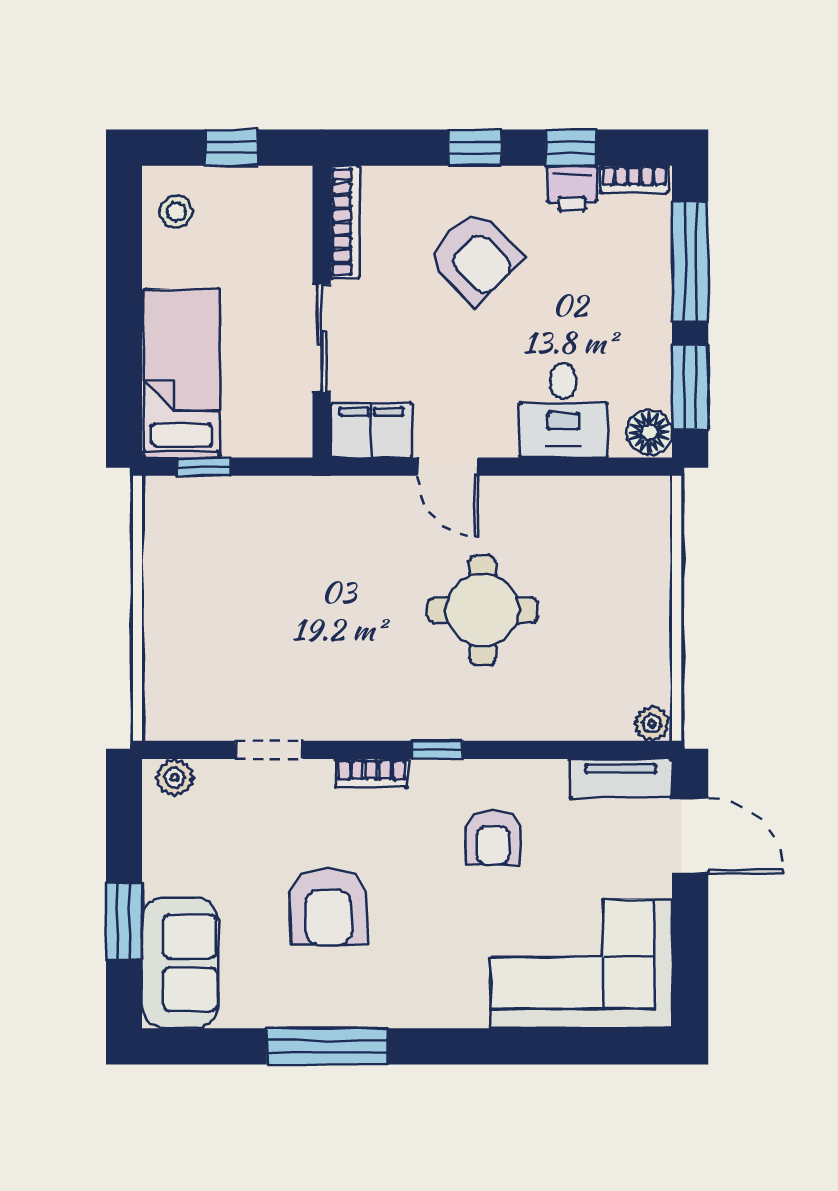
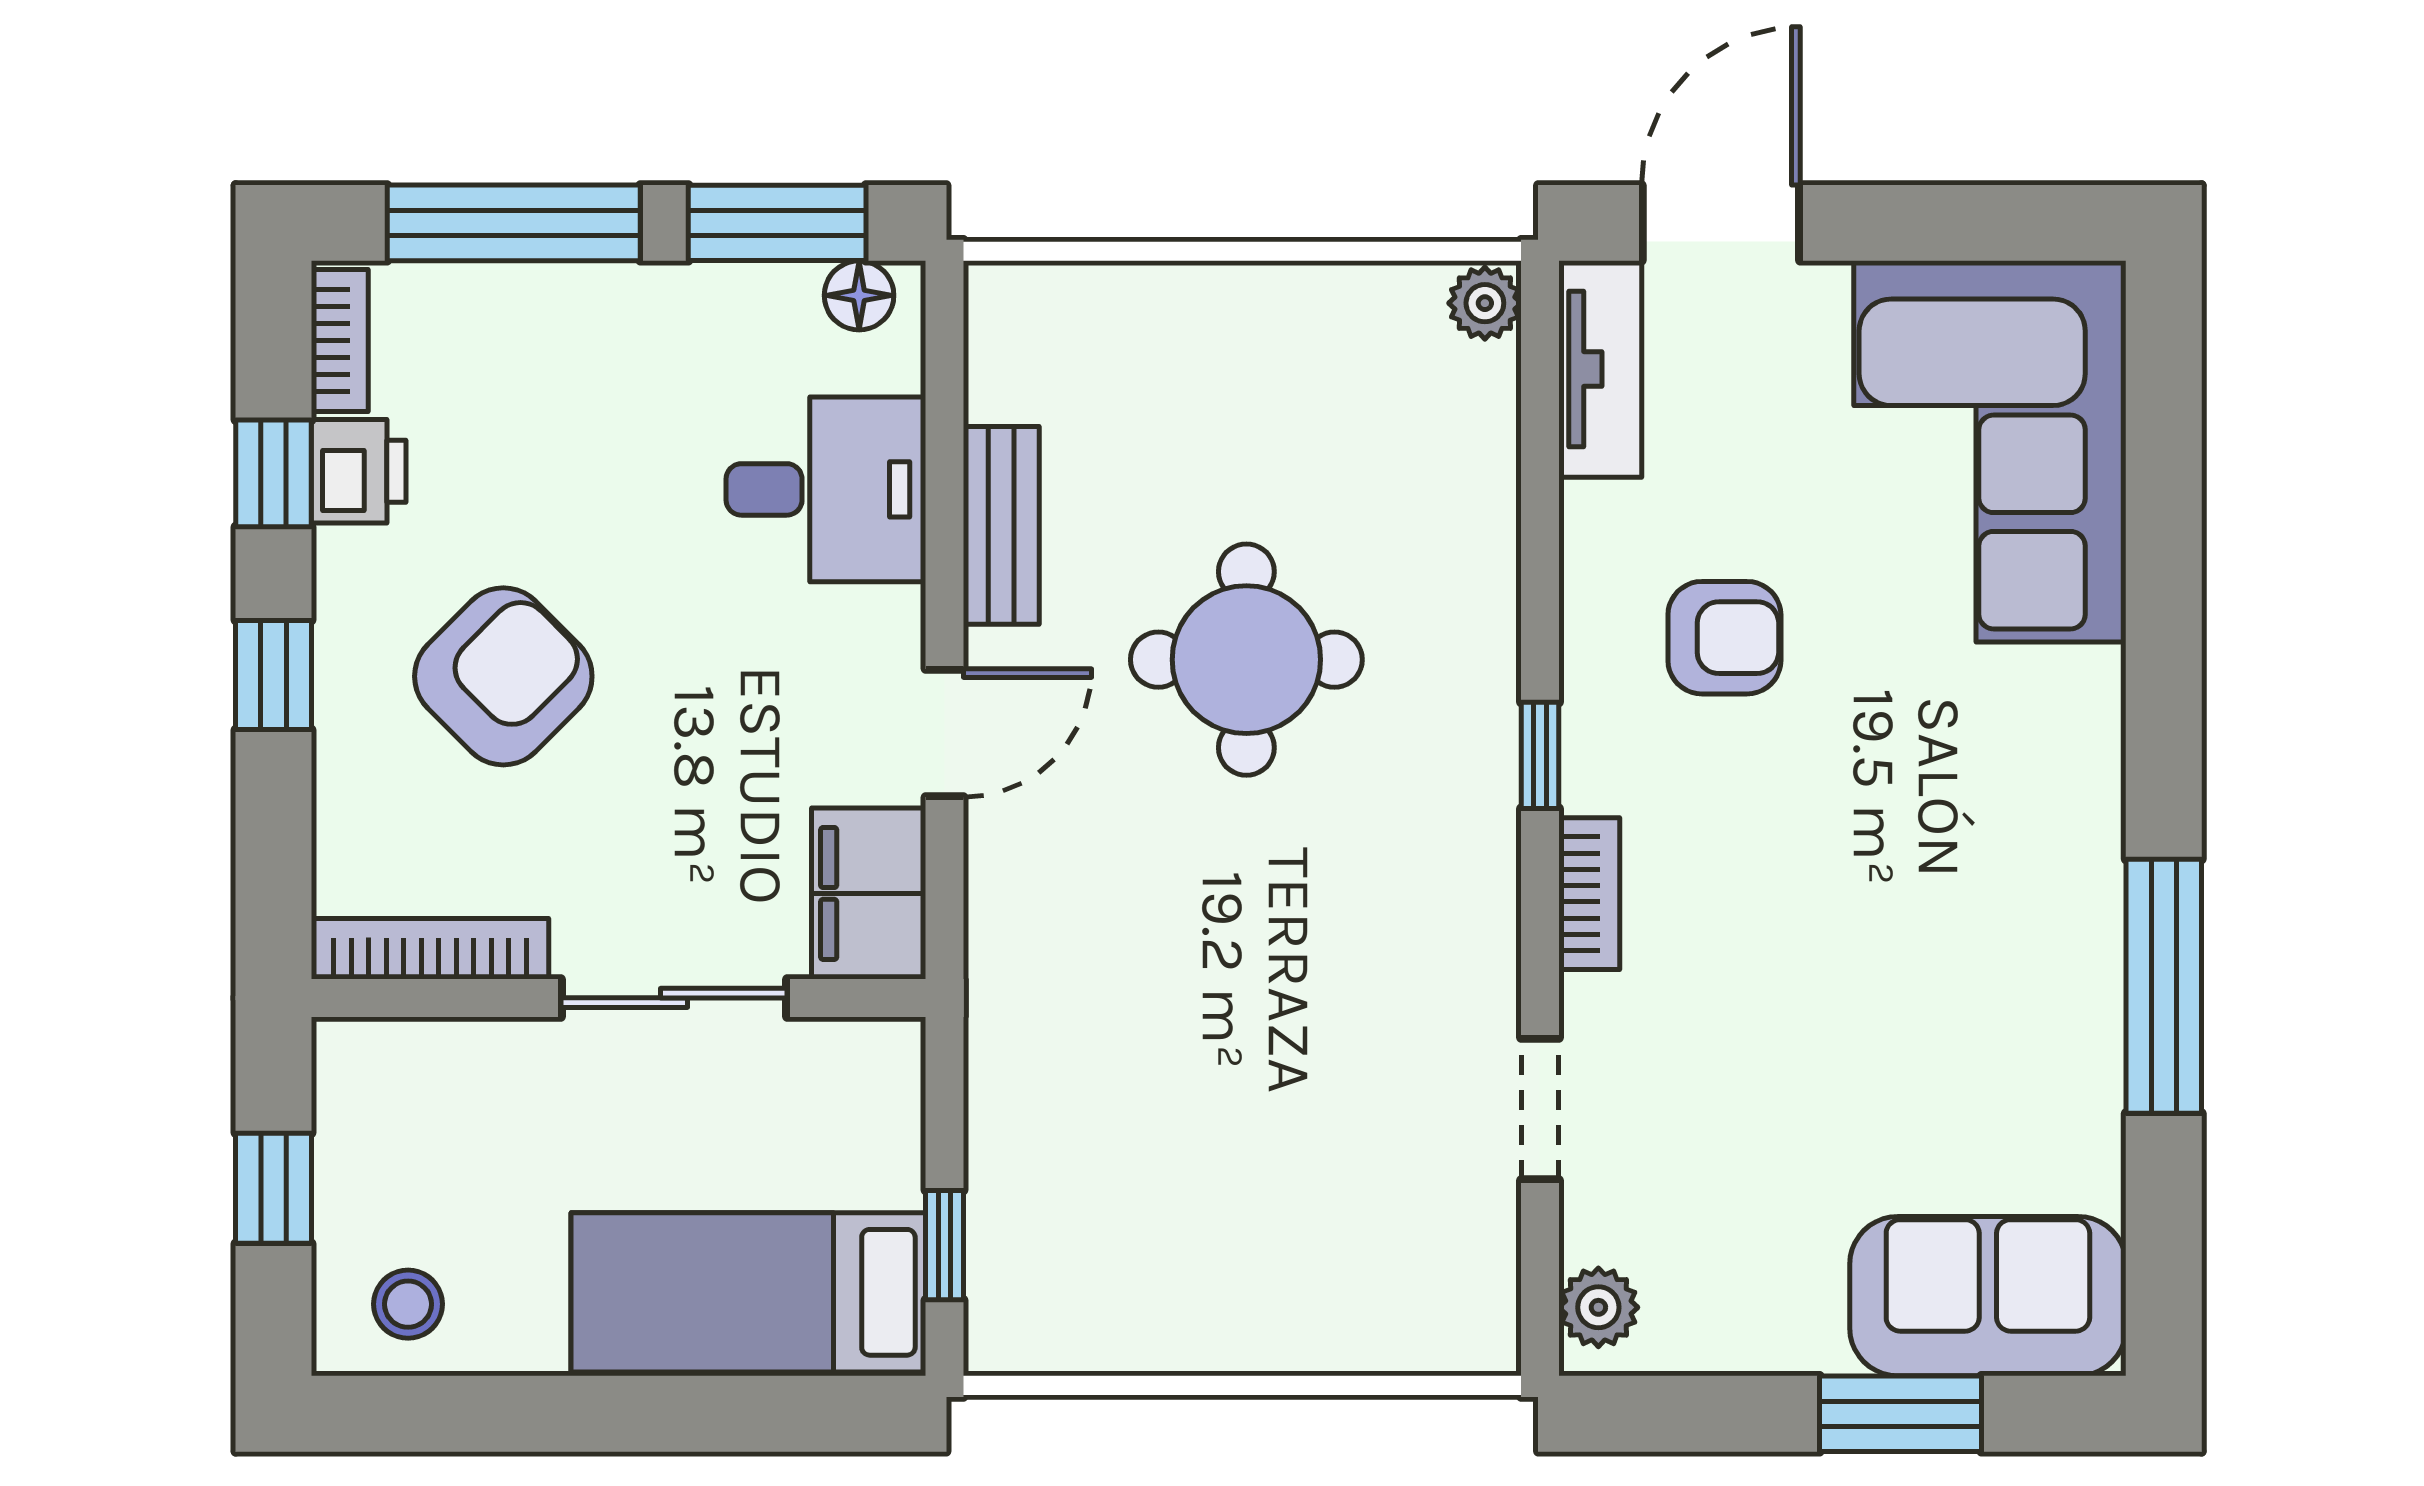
floor lamp: (650, 432) -> (859, 295), width x0.73, depth x0.73
bench: (546, 494) -> (1001, 525), added
armchair: (328, 907) -> (1870, 984), removed

